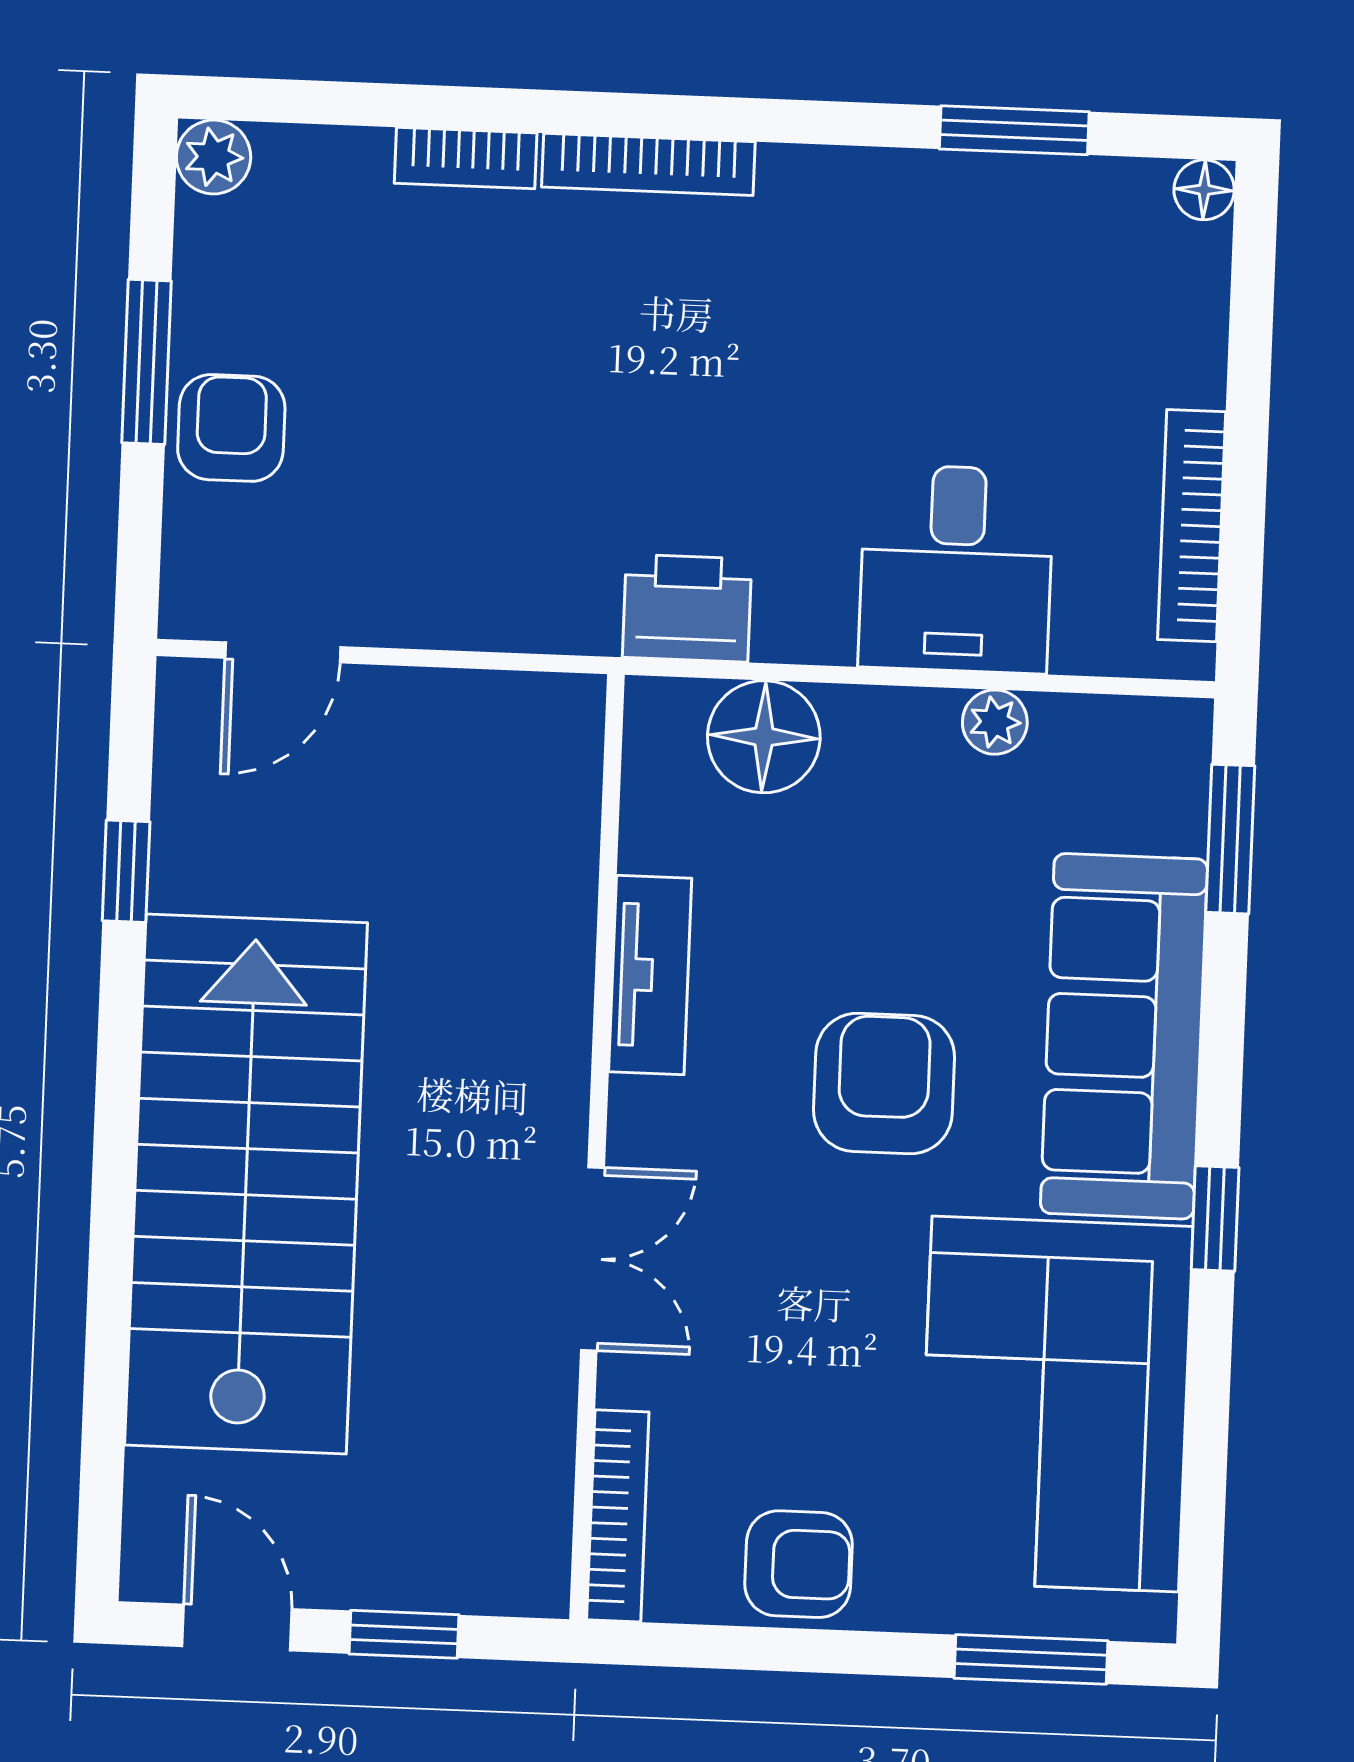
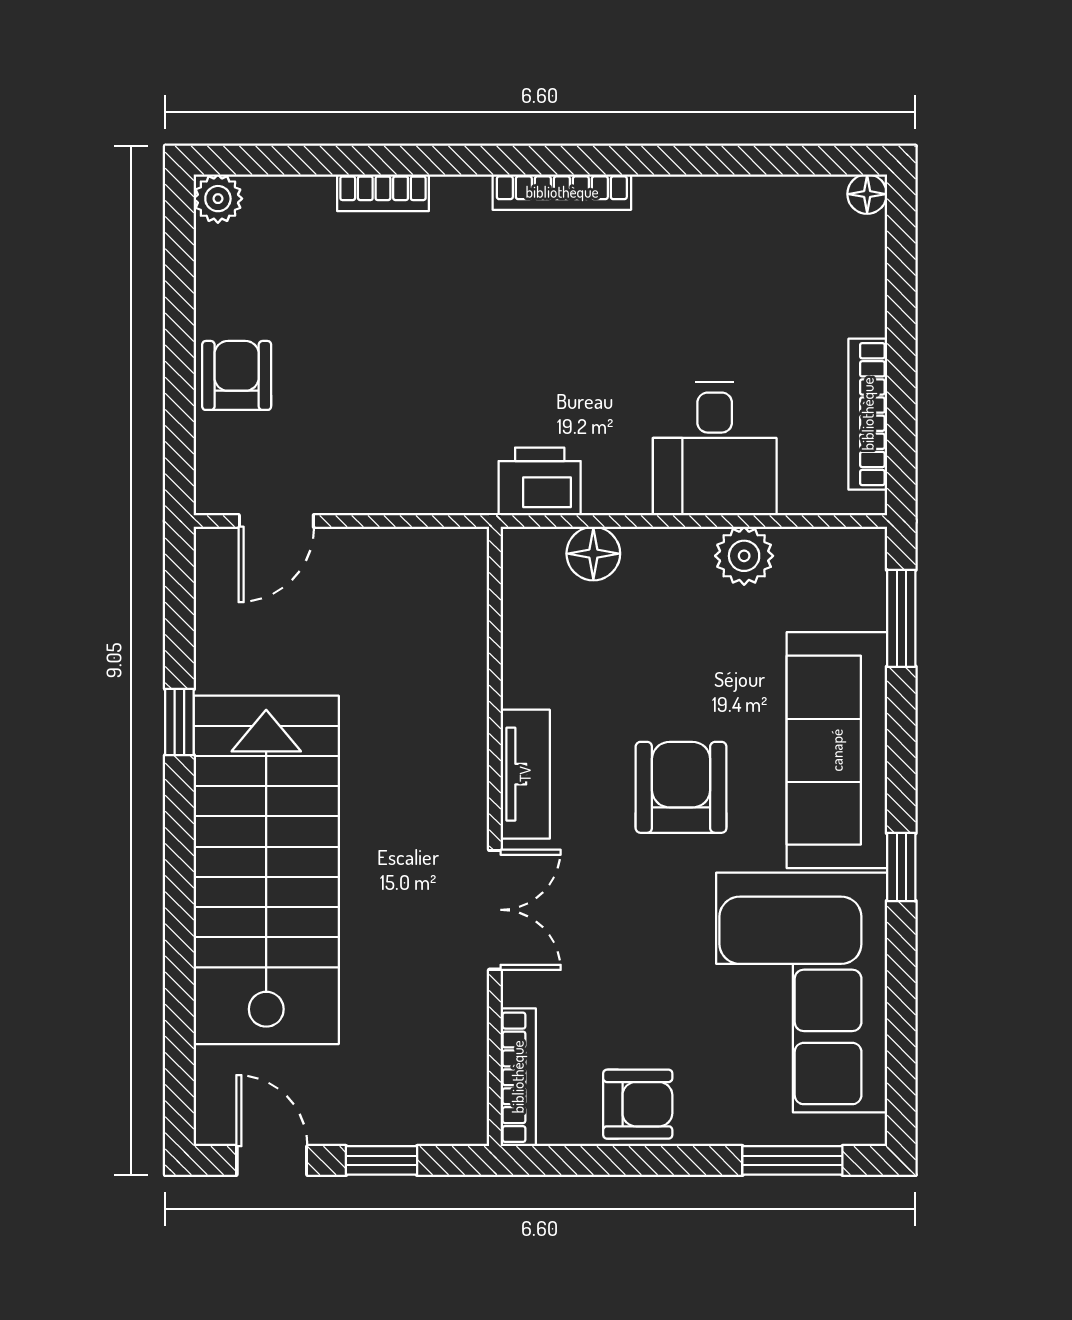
window: (1014, 130) -> (741, 160), removed
bookcase: (648, 164) -> (562, 192), moved
window: (147, 362) -> (179, 334), removed
plant: (995, 722) -> (744, 556), width x1.38, depth x1.38
floor lamp: (764, 737) -> (593, 554), width x0.73, depth x0.73
window: (126, 871) -> (179, 722), moved
tv unit: (650, 975) -> (525, 774), moved

